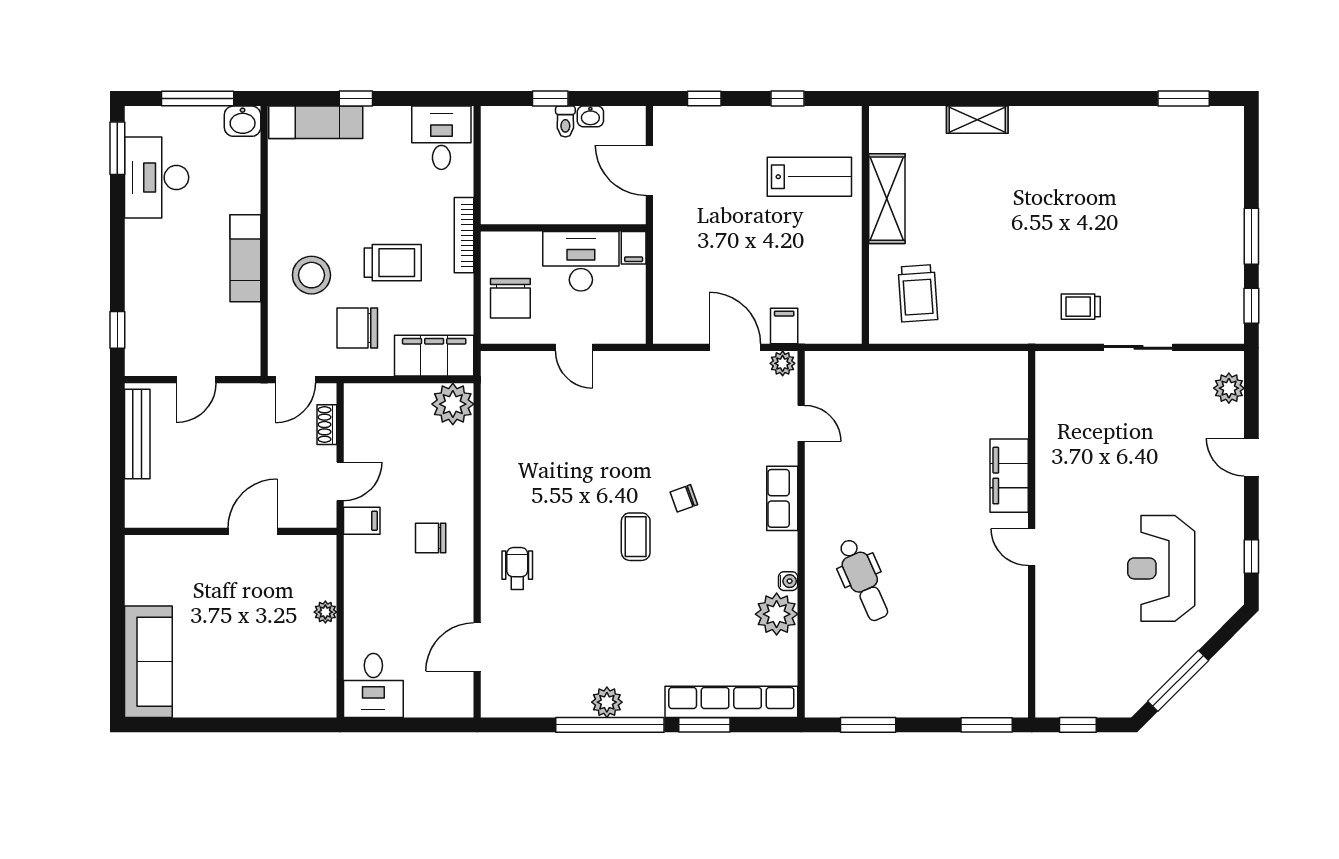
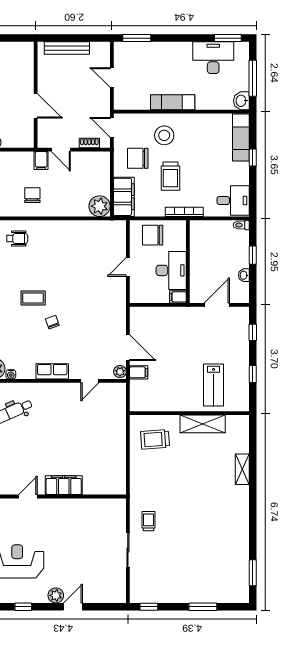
toilet: (565, 122) -> (241, 225), moved
window: (1251, 236) -> (203, 607), moved
chair: (357, 328) -> (138, 158), turned -90
window: (117, 330) -> (137, 38), width x1.50
door: (735, 347) -> (128, 348), hinge flipped
plant: (1229, 388) -> (56, 595), moved
bench: (137, 434) -> (67, 48), moved

